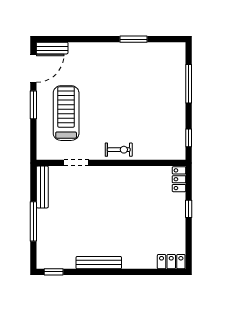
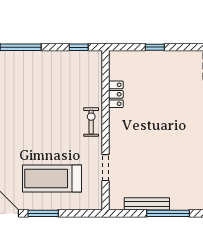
locker: (179, 179) -> (116, 94), moved, turned -90
bench: (42, 187) -> (147, 204), moved

